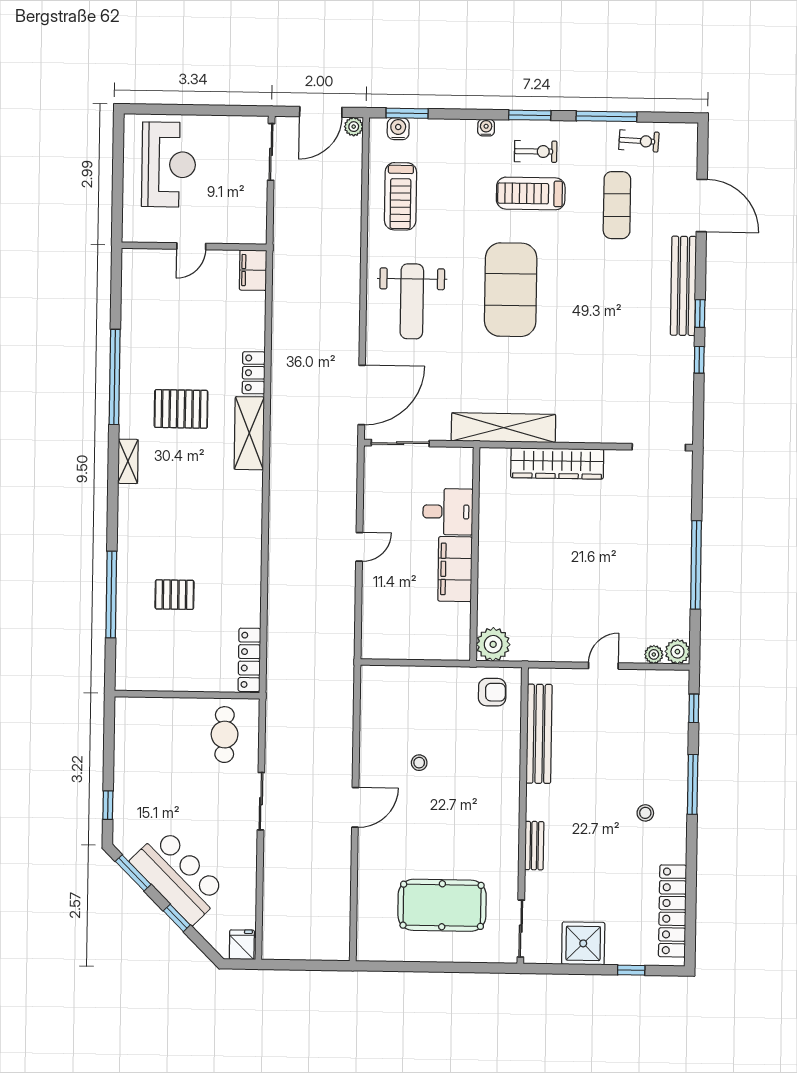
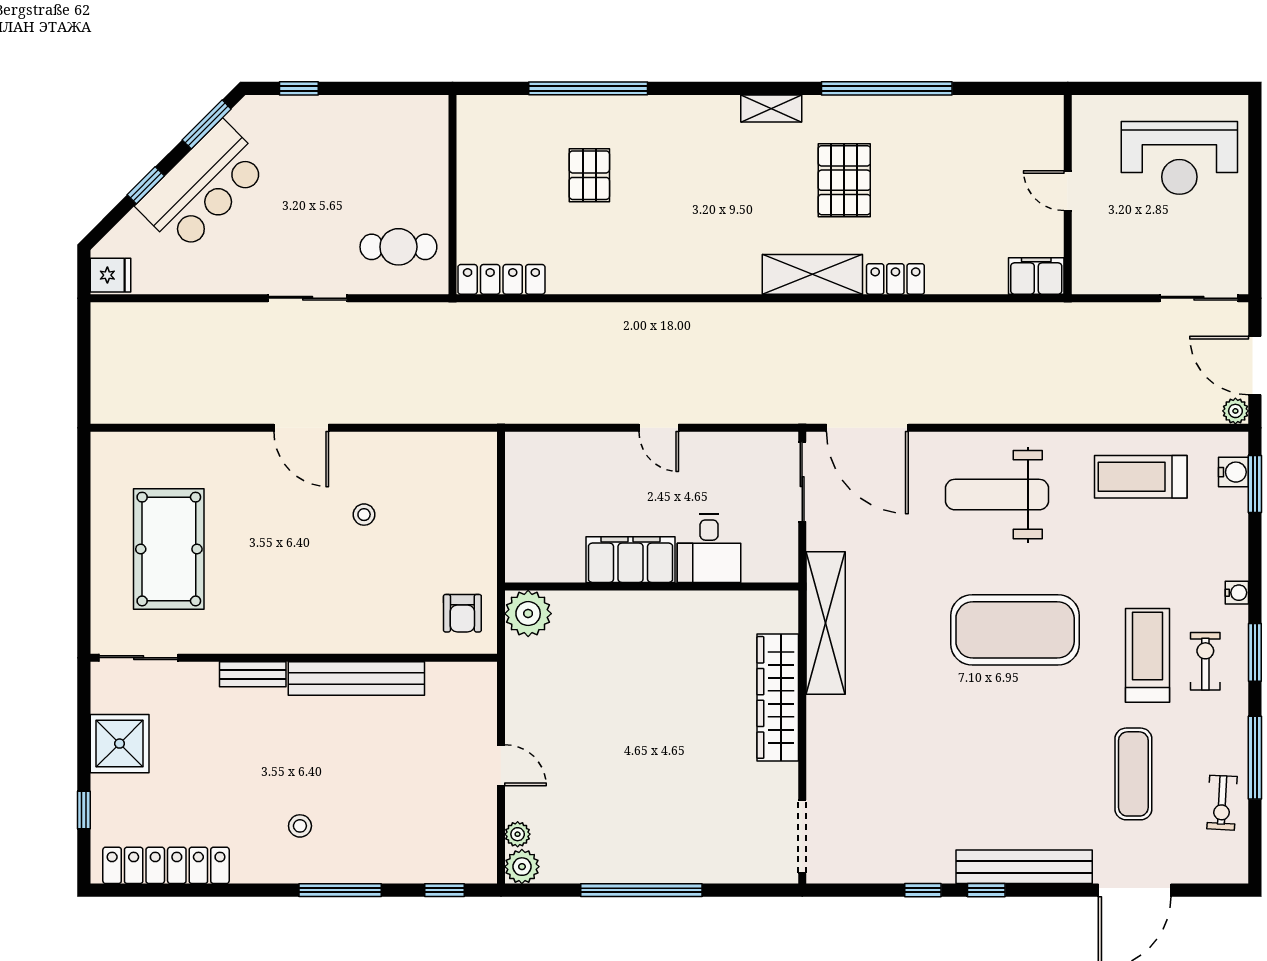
exercise bike: (536, 151) -> (1205, 661), turned 180
exercise mat: (617, 205) -> (1133, 774), turned 90
bench: (539, 734) -> (356, 678), moved

